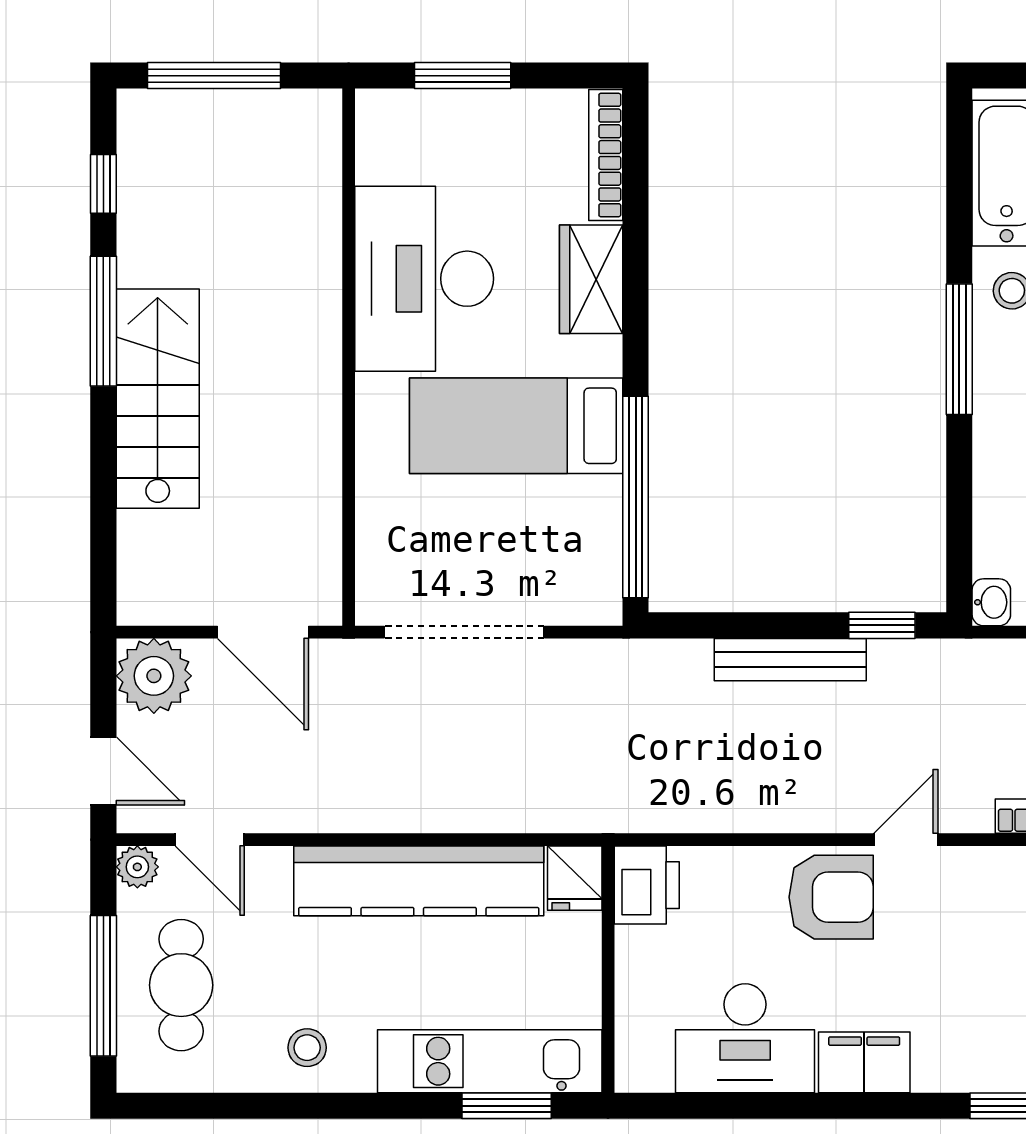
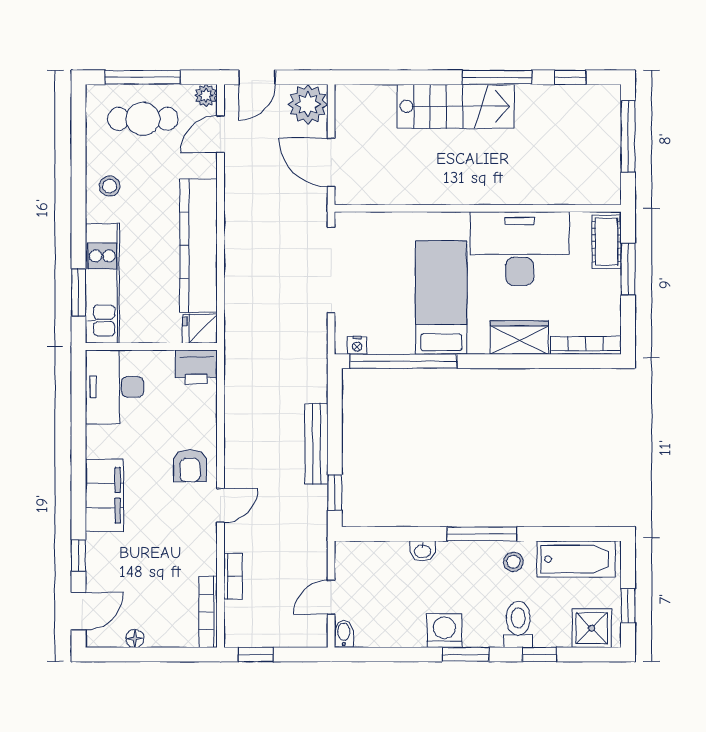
cot: (412, 116) -> (607, 242), added
nightstand: (606, 584) -> (357, 345), added
washbasin: (991, 602) -> (422, 551), moved
door: (263, 632) -> (331, 162), hinge flipped
door: (906, 840) -> (220, 505), hinge flipped
armchair: (831, 897) -> (190, 466), width x0.72, depth x0.72
desk: (745, 1038) -> (115, 387), moved
filing cabinet: (864, 1062) -> (104, 495), width x1.50, depth x1.17

